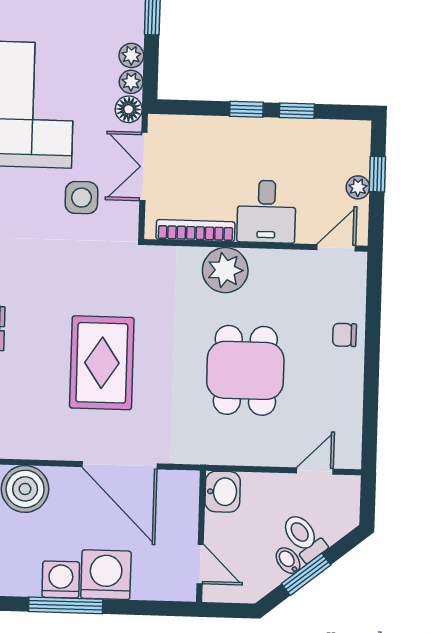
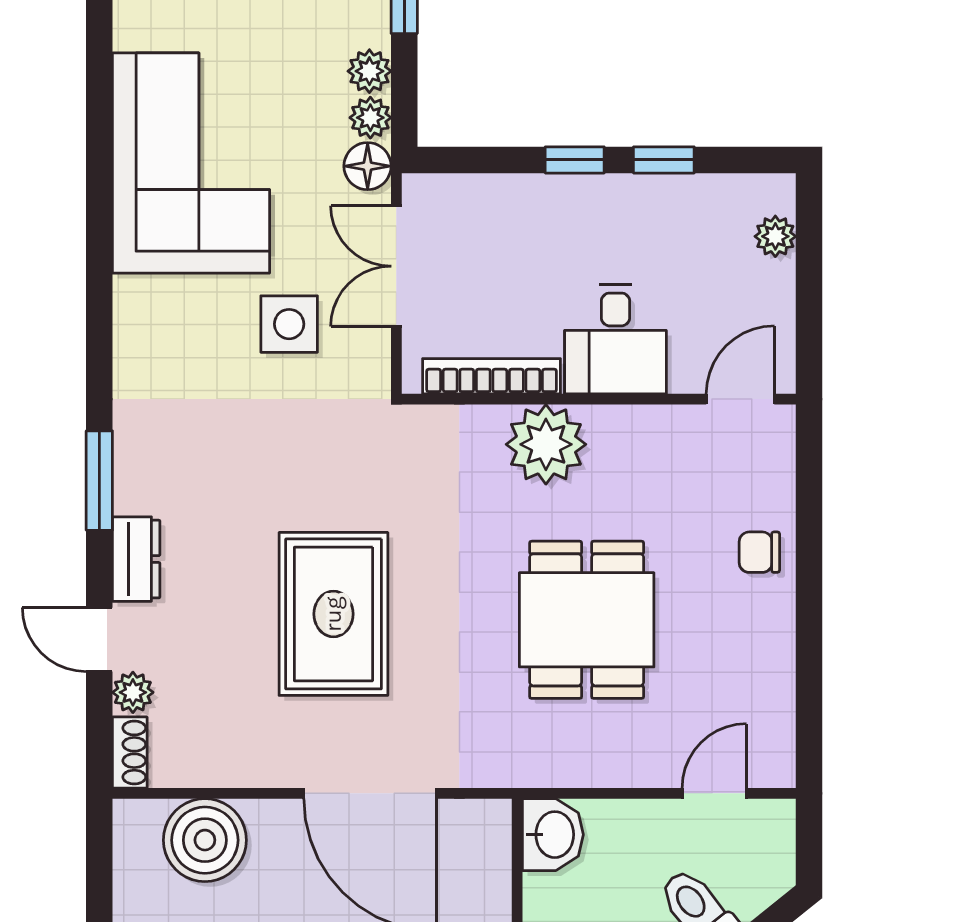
window: (377, 174) -> (809, 267), removed
plant: (358, 187) -> (775, 236), moved

